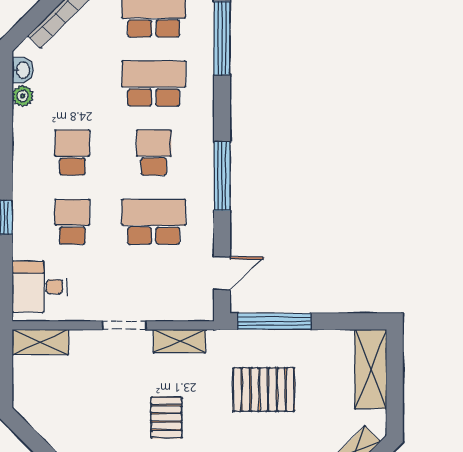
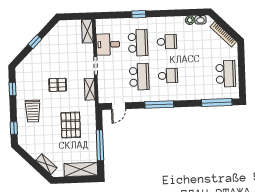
school desk: (154, 84) -> (197, 75), removed
school desk: (72, 222) -> (138, 43), width x1.85
door: (222, 273) -> (119, 106), hinge flipped
desk: (40, 287) -> (108, 44), moved, turned -90
window: (274, 321) -> (100, 145), moved

